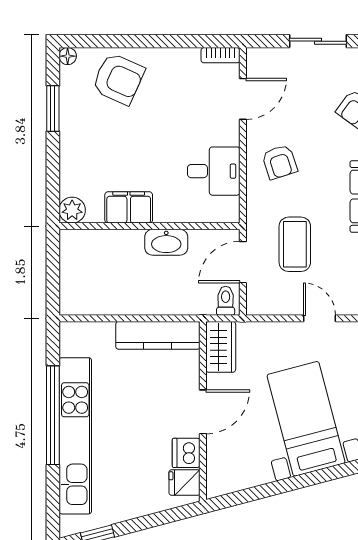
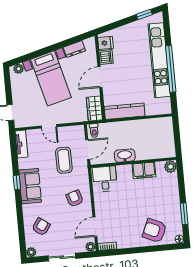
plant: (256, 58) -> (90, 247), added
desk: (214, 171) -> (105, 179), moved, turned 90
dresser: (251, 476) -> (74, 49), added

